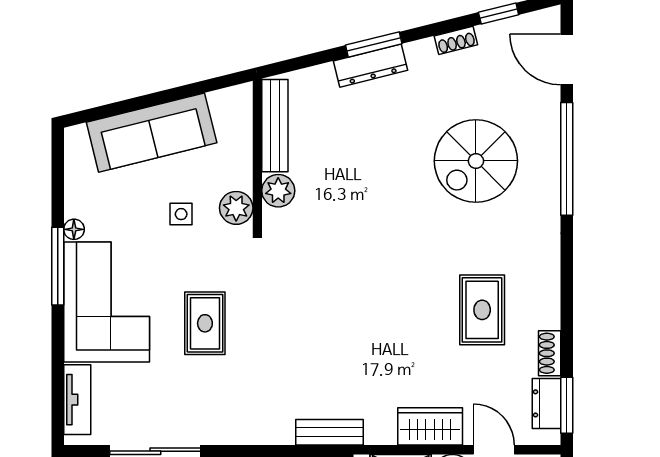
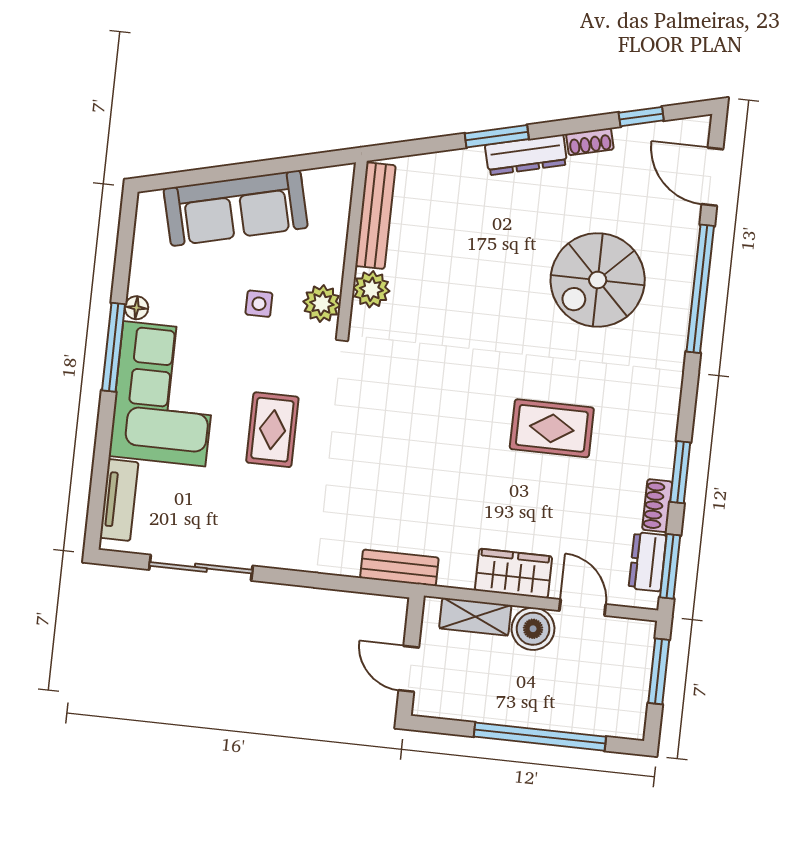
dresser: (371, 66) -> (526, 155), moved
rug: (482, 310) -> (552, 428), moved, turned 90
window: (567, 322) -> (680, 472), added

